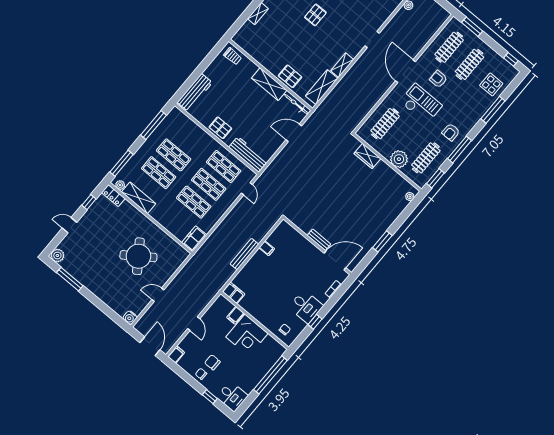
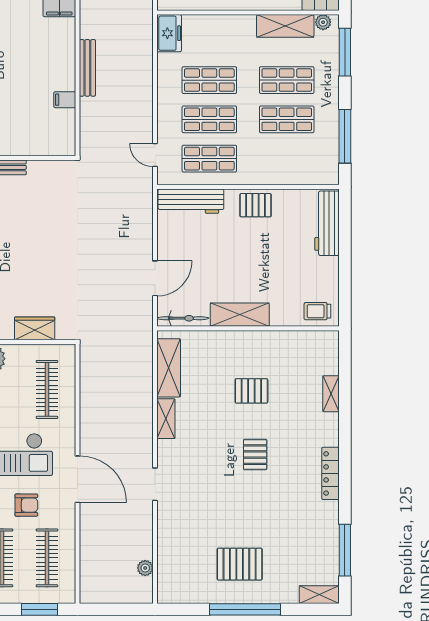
pallet: (290, 76) -> (251, 391), moved

